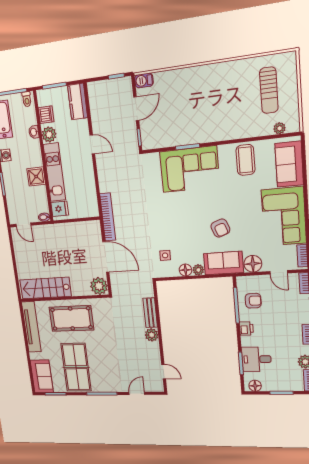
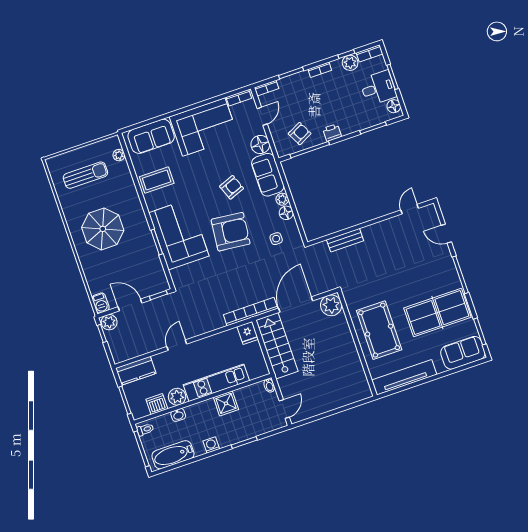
parasol: (212, 97) -> (103, 229), added
fridge: (60, 209) -> (248, 333), moved, turned 180
armchair: (181, 217) -> (231, 232), added
stairs: (46, 288) -> (277, 346), moved, turned 180
armchair: (253, 301) -> (300, 134), turned 63
plant: (152, 335) -> (109, 322), moved
desk: (256, 359) -> (378, 88), moved, turned -90

